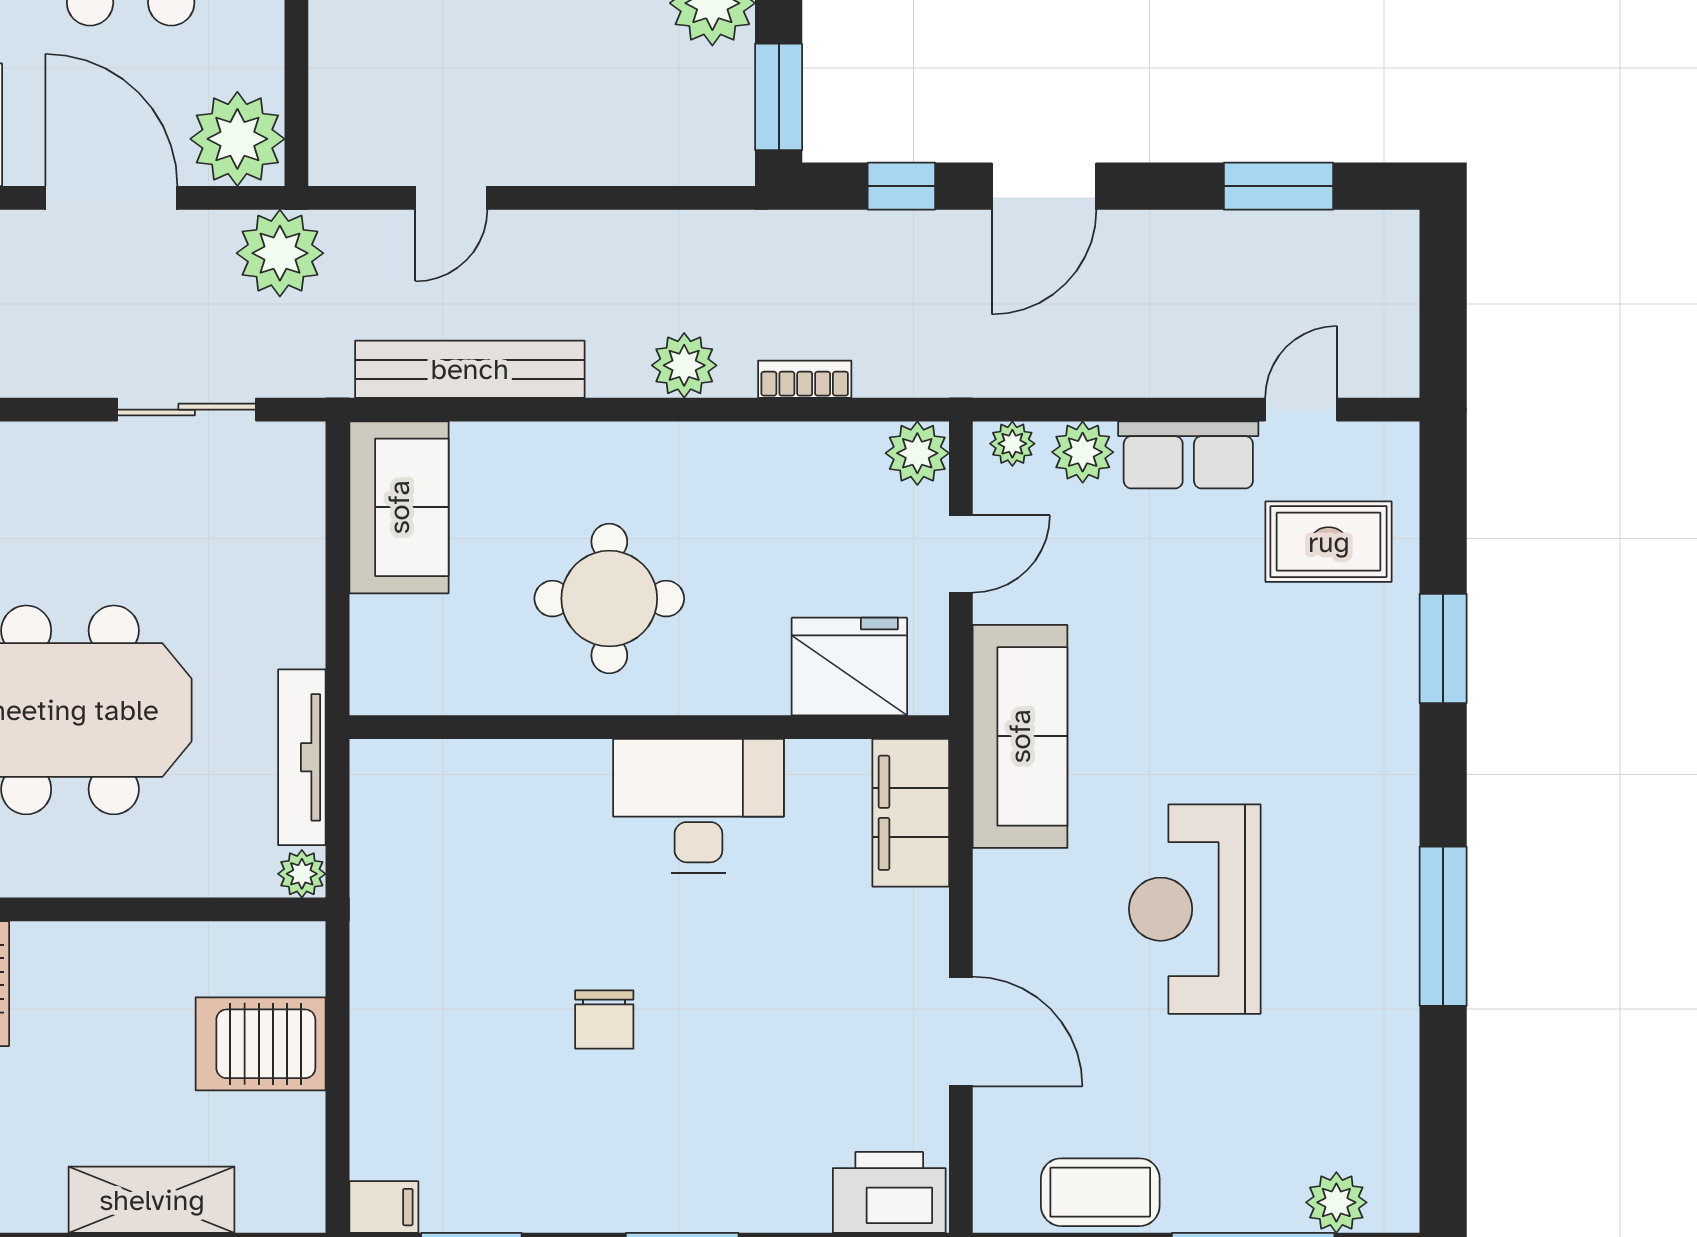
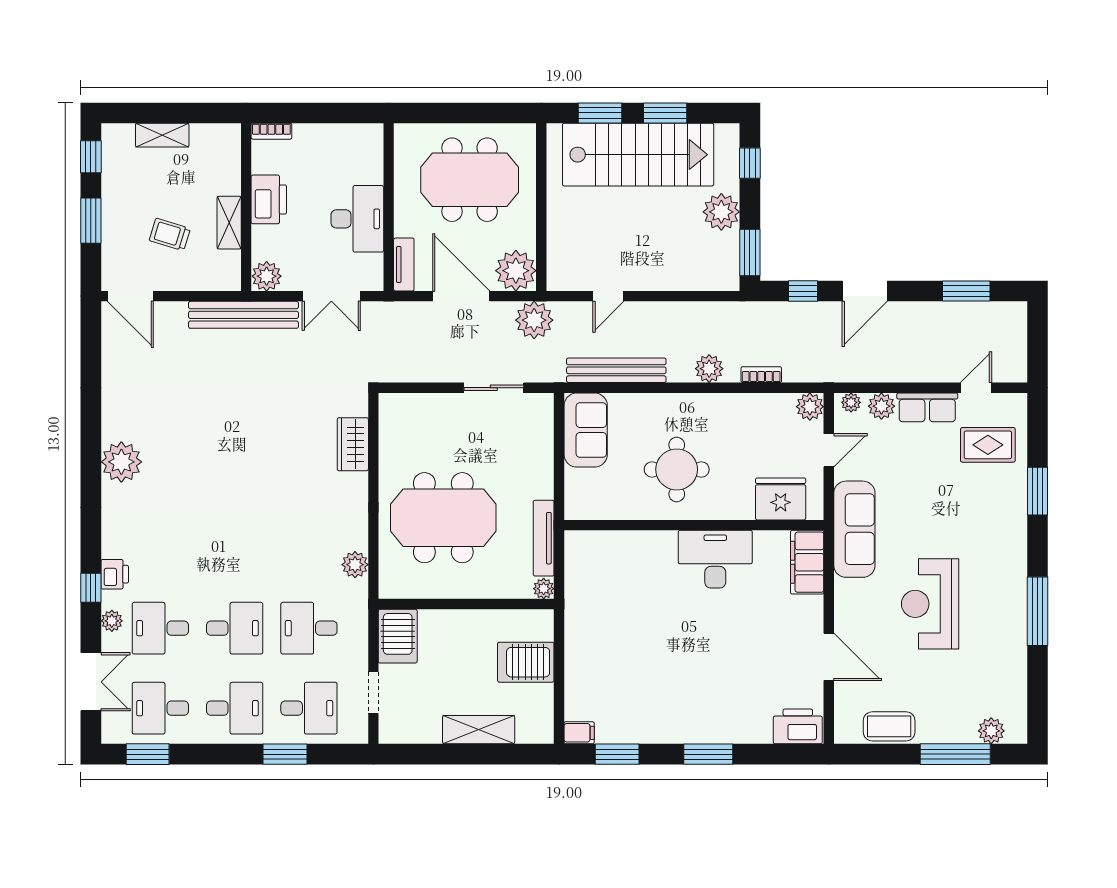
chair: (604, 1020) -> (675, 652), removed

